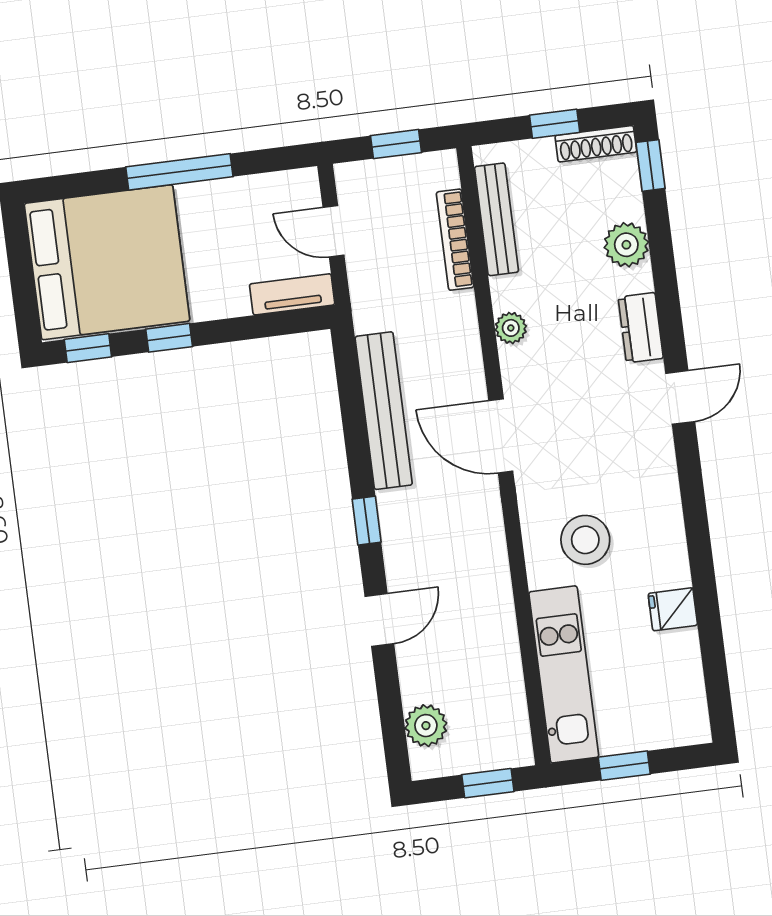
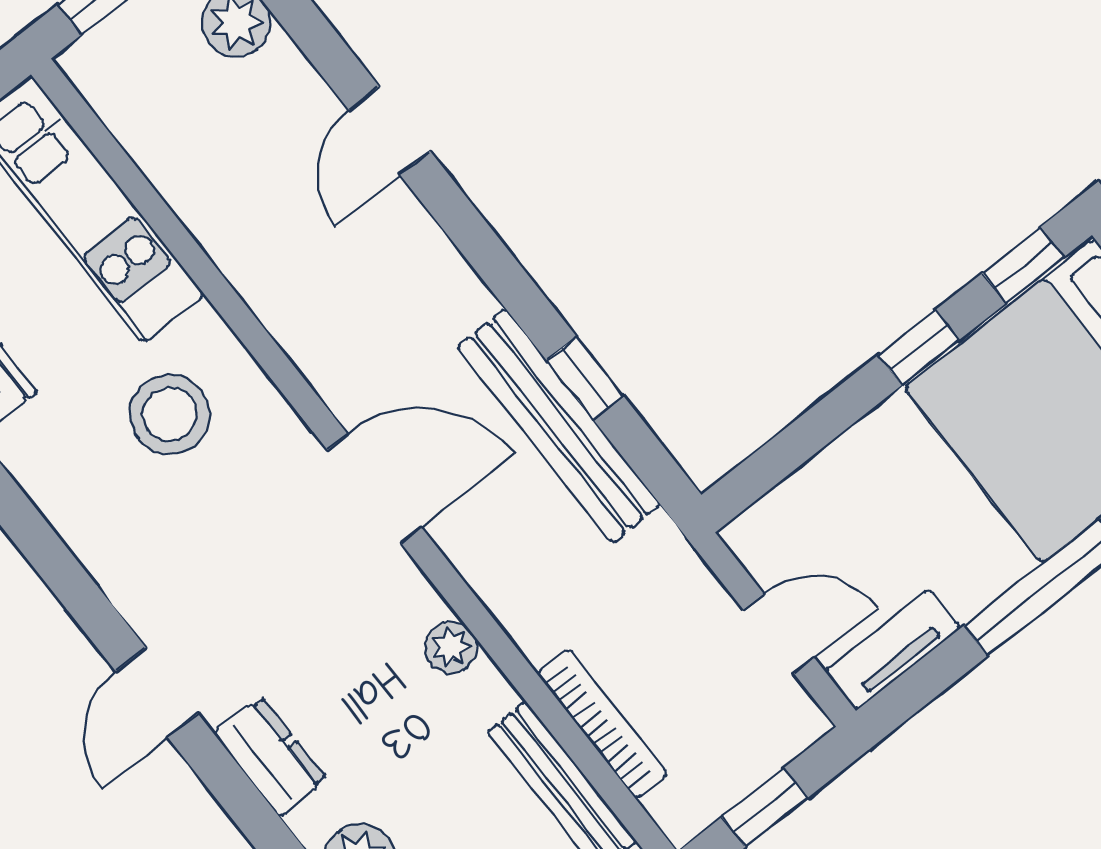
tv unit: (292, 294) -> (893, 650), moved, turned 180
window: (367, 521) -> (585, 378), moved

